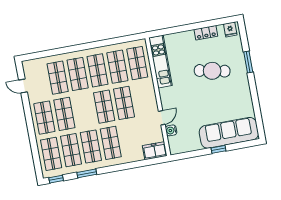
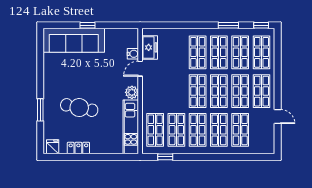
window: (123, 39) -> (165, 157), added
door: (23, 86) -> (278, 117), moved
plant: (166, 94) -> (132, 92), added
shop shelf: (124, 103) -> (219, 91), moved
freezer: (155, 151) -> (150, 47), moved, turned -90

